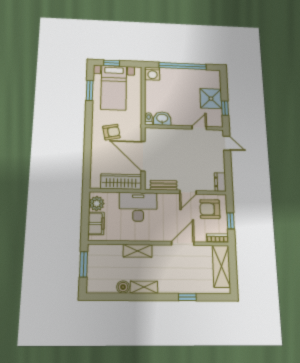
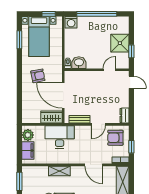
window: (112, 63) -> (49, 14), moved
wardrobe: (121, 182) -> (52, 117), width x0.67
door: (183, 243) -> (94, 165), swing flipped

